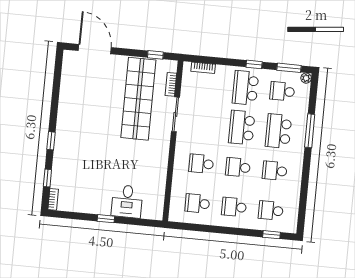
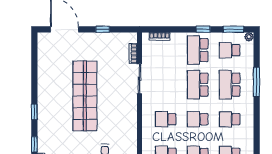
window: (155, 55) -> (103, 29), moved
shop shelf: (138, 99) -> (85, 96), moved

